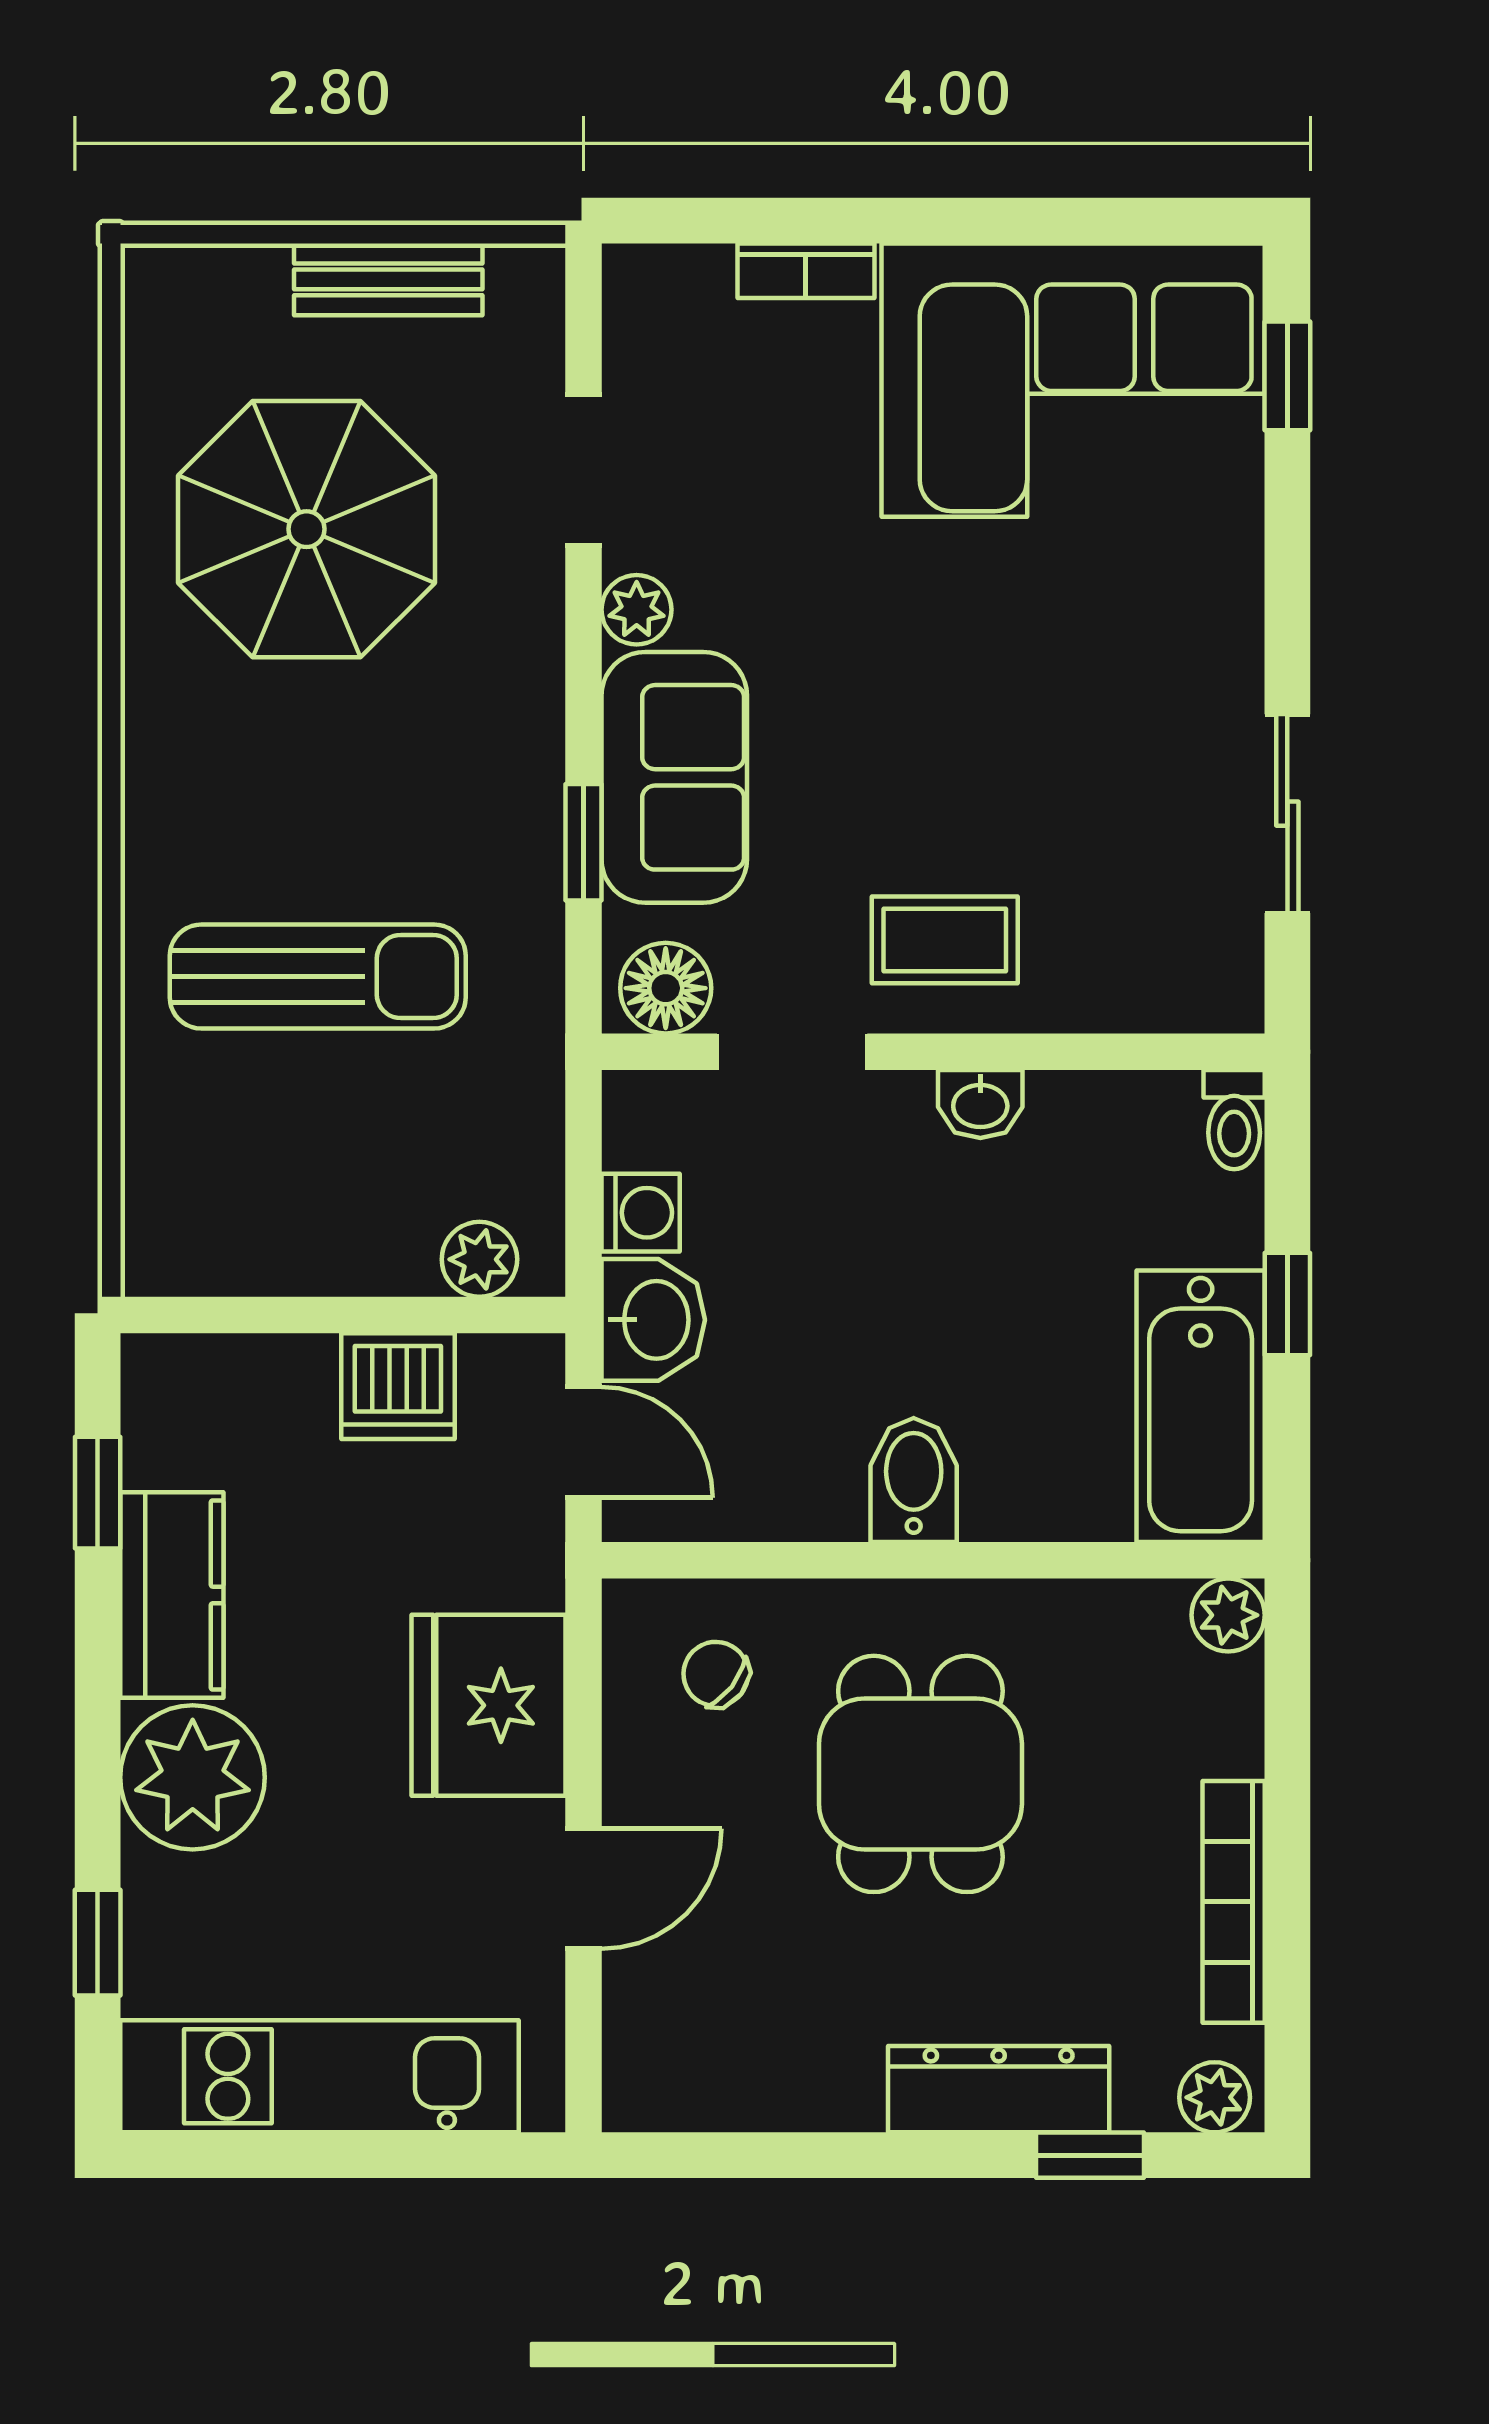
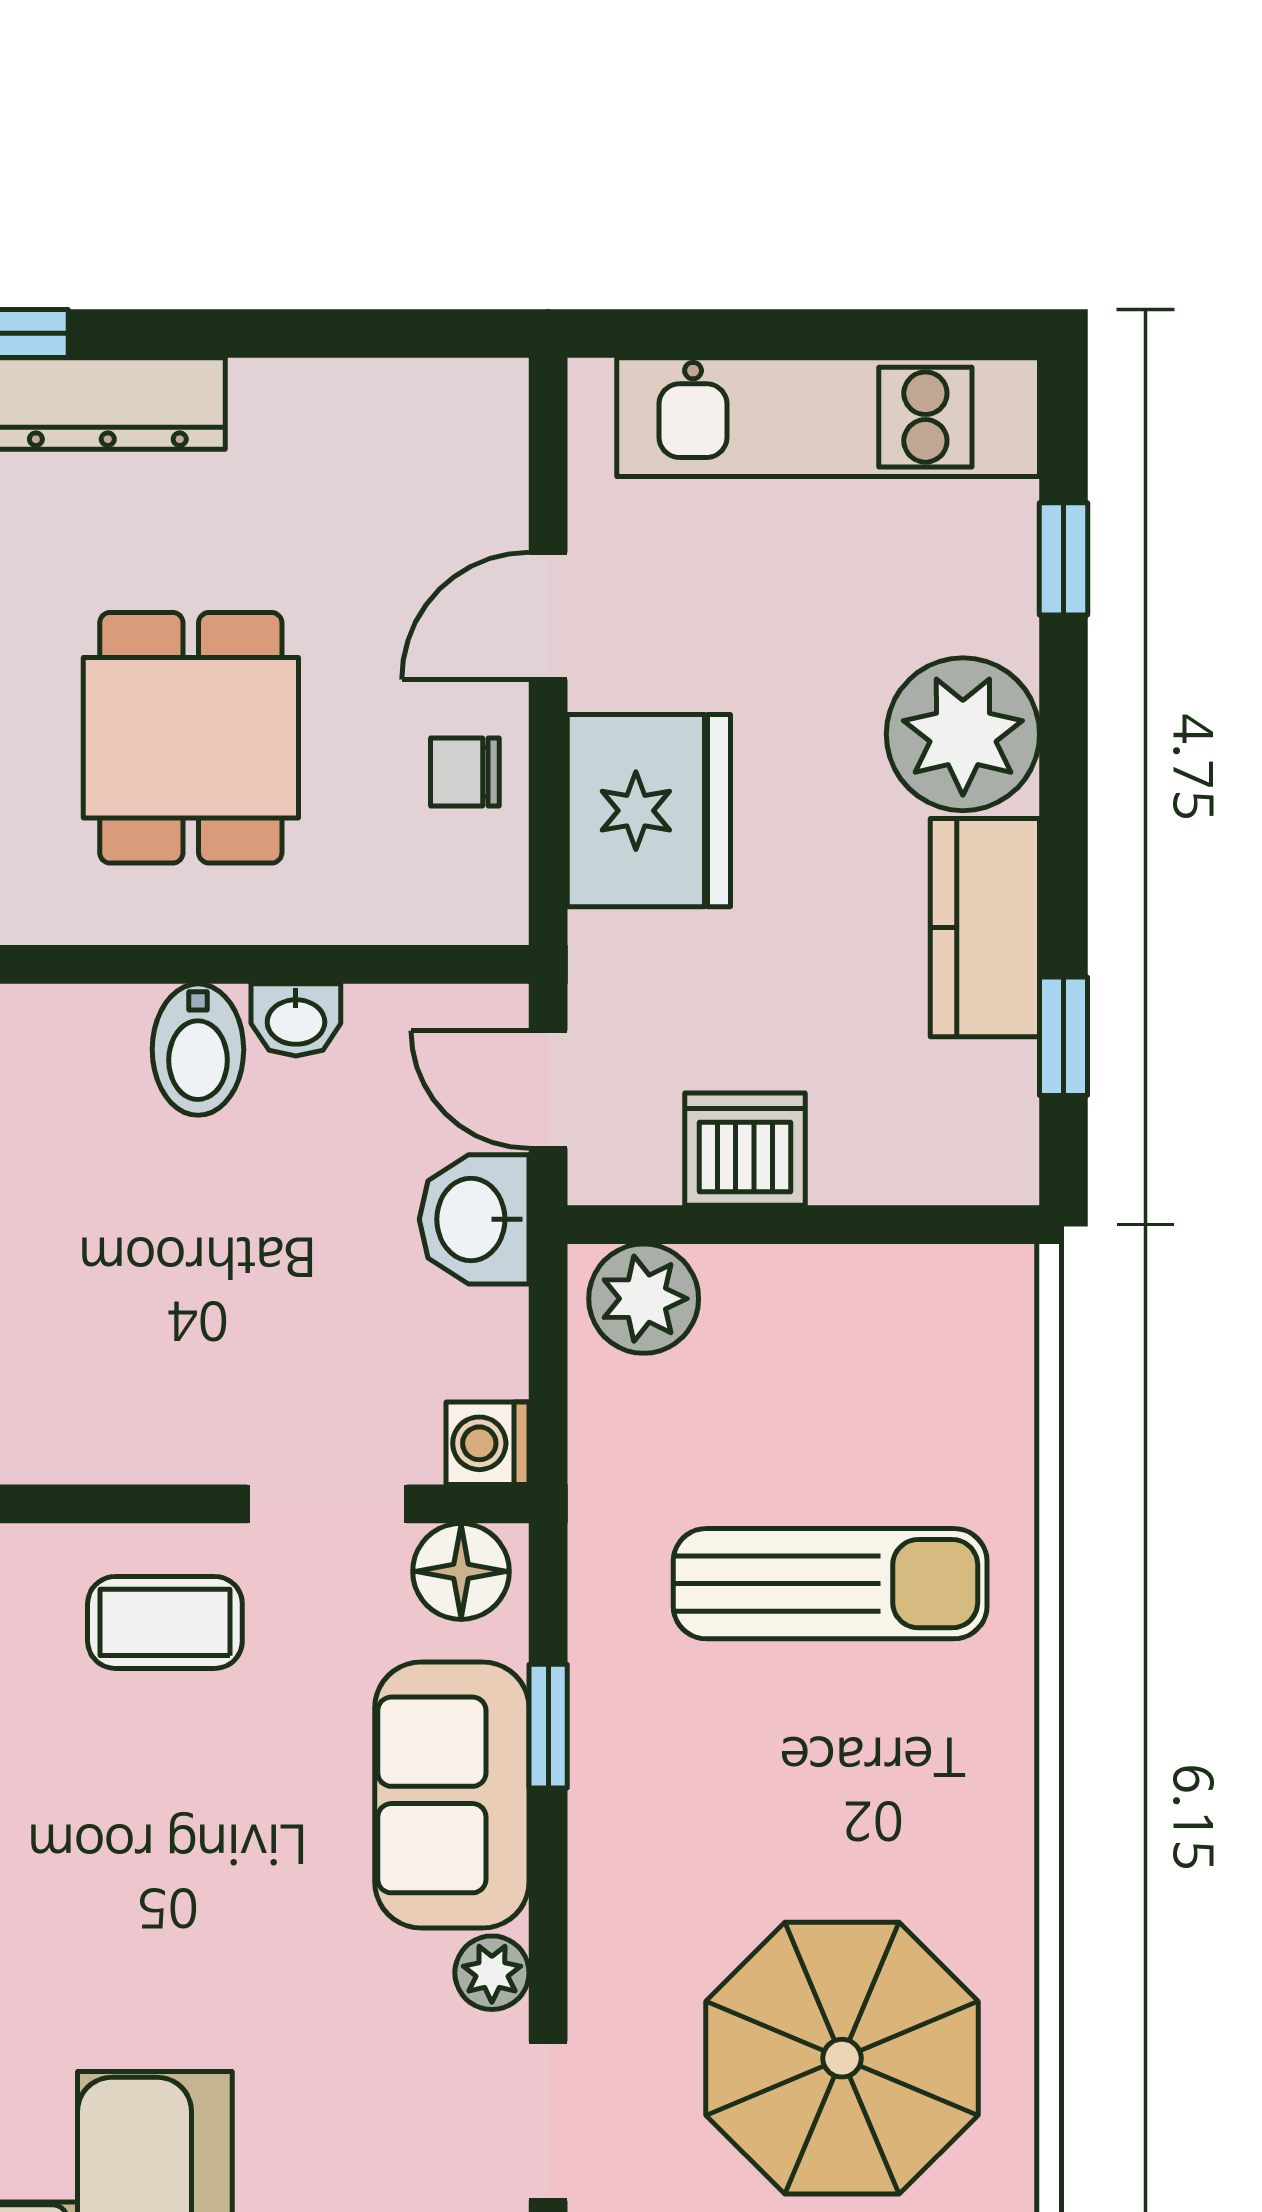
sun lounger: (318, 977) -> (830, 1584), turned 180
washbasin: (980, 1104) -> (296, 1020), moved, turned 180
washing machine: (641, 1213) -> (488, 1443), moved
plant: (479, 1259) -> (644, 1299), width x1.38, depth x1.38
chair: (716, 1674) -> (465, 772), moved, turned 142

